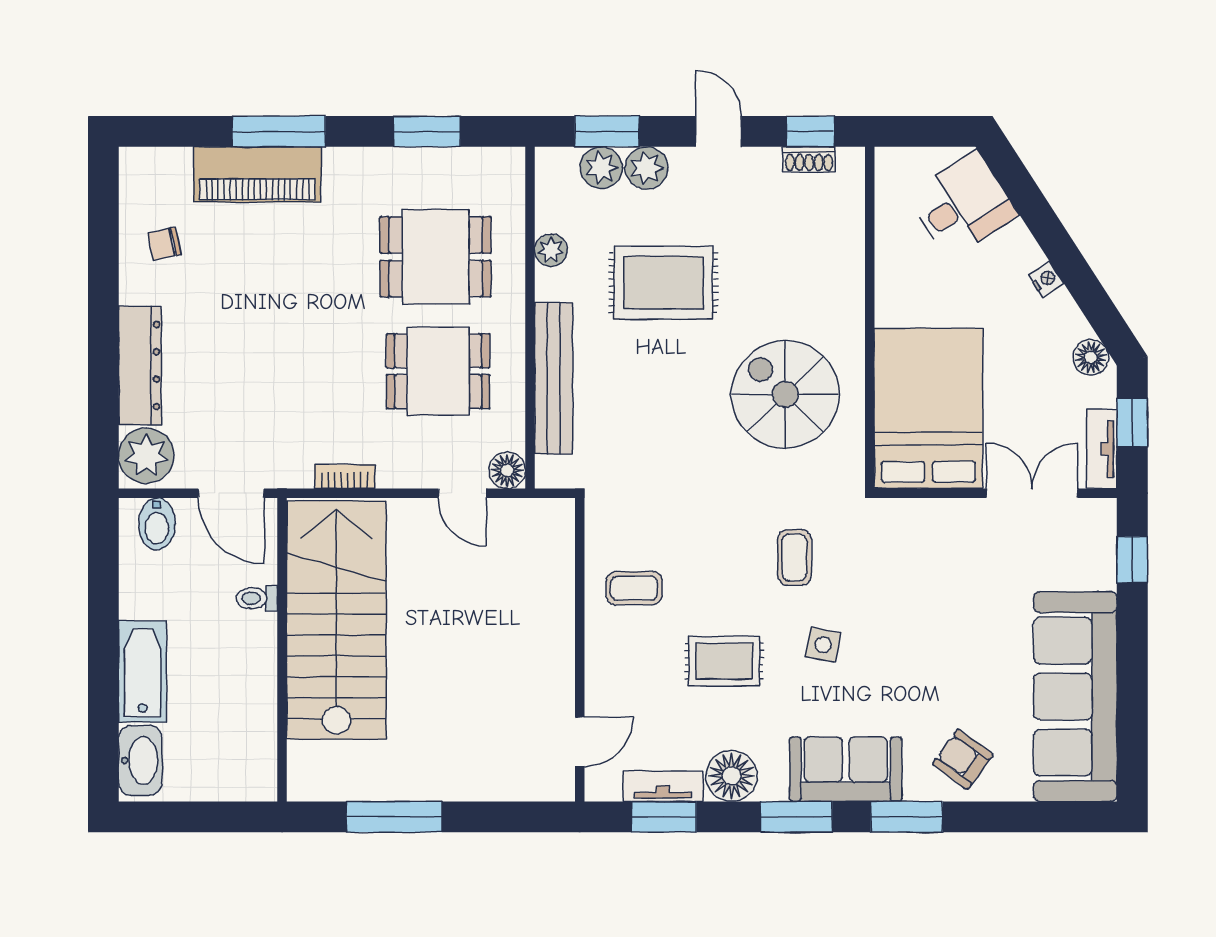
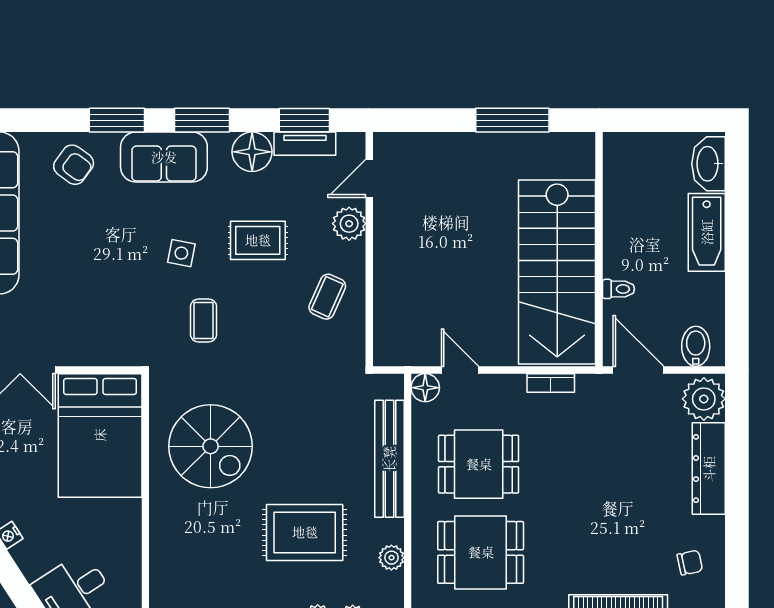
coffee table: (634, 588) -> (327, 297), turned -66
plant: (606, 683) -> (349, 224), added

